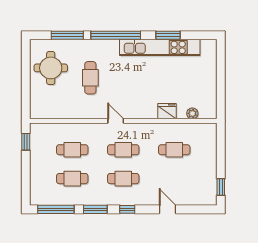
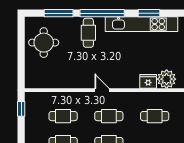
cafe table: (90, 78) -> (88, 33), moved
plant: (192, 113) -> (167, 79), width x1.88, depth x1.88

